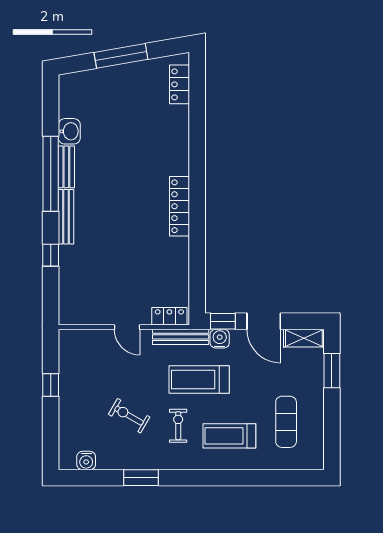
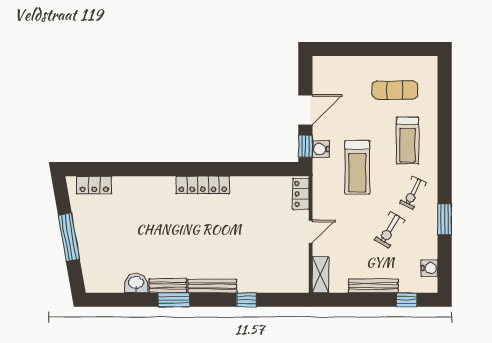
window: (51, 174) -> (174, 300), width x0.47
bench: (181, 337) -> (373, 286), moved, turned 90
shelving: (304, 338) -> (320, 275), moved
window: (332, 371) -> (349, 49), removed
window: (51, 385) -> (406, 300), moved
exercise bike: (178, 426) -> (413, 193), moved, turned -64

